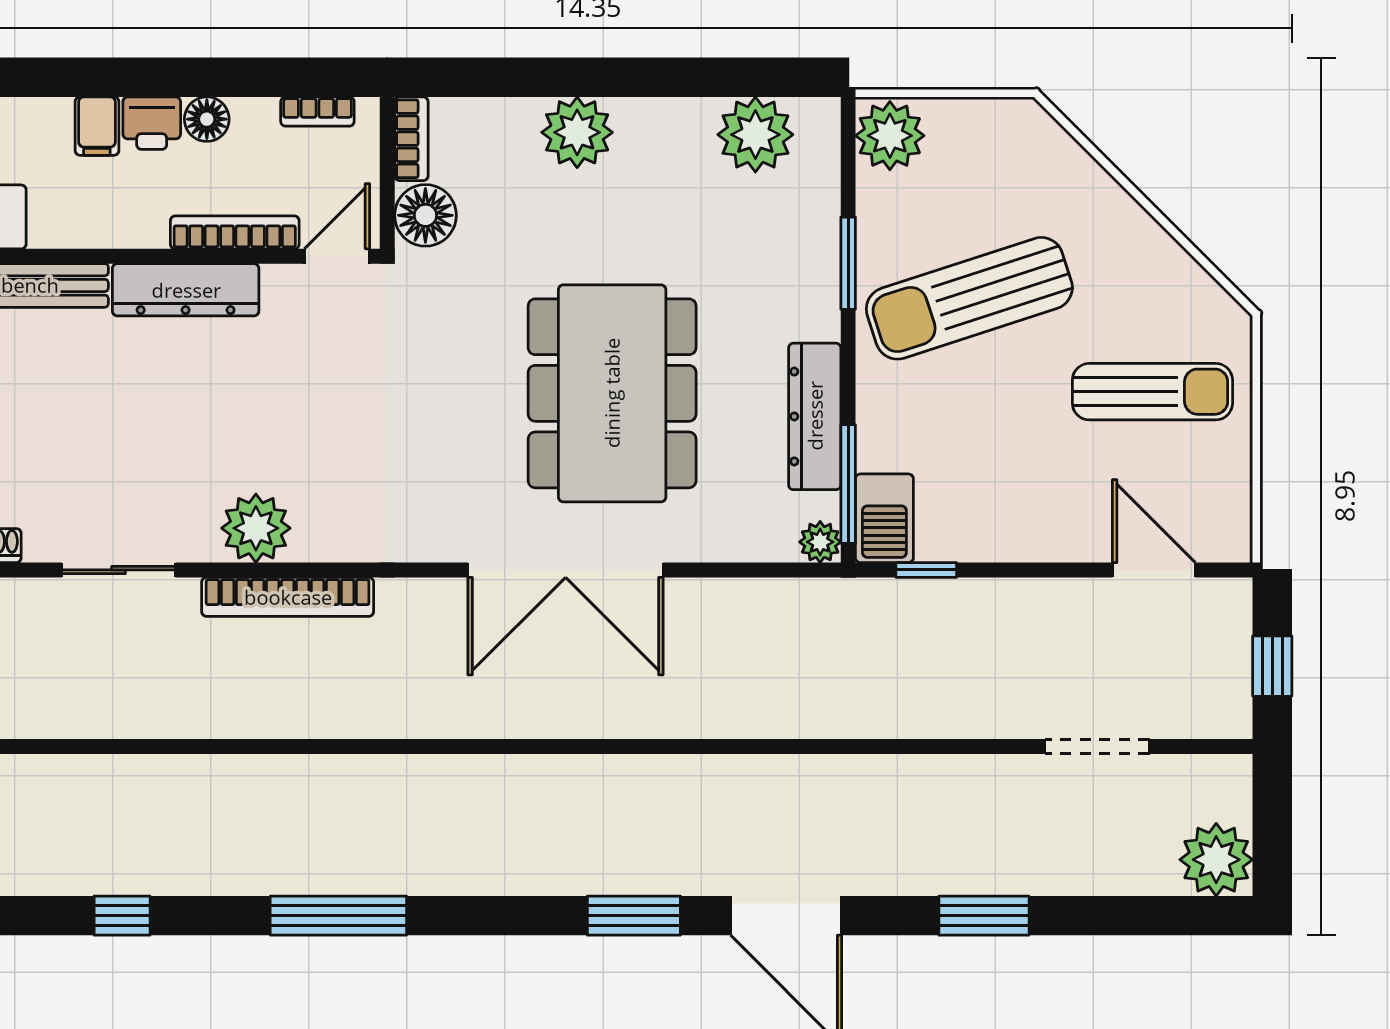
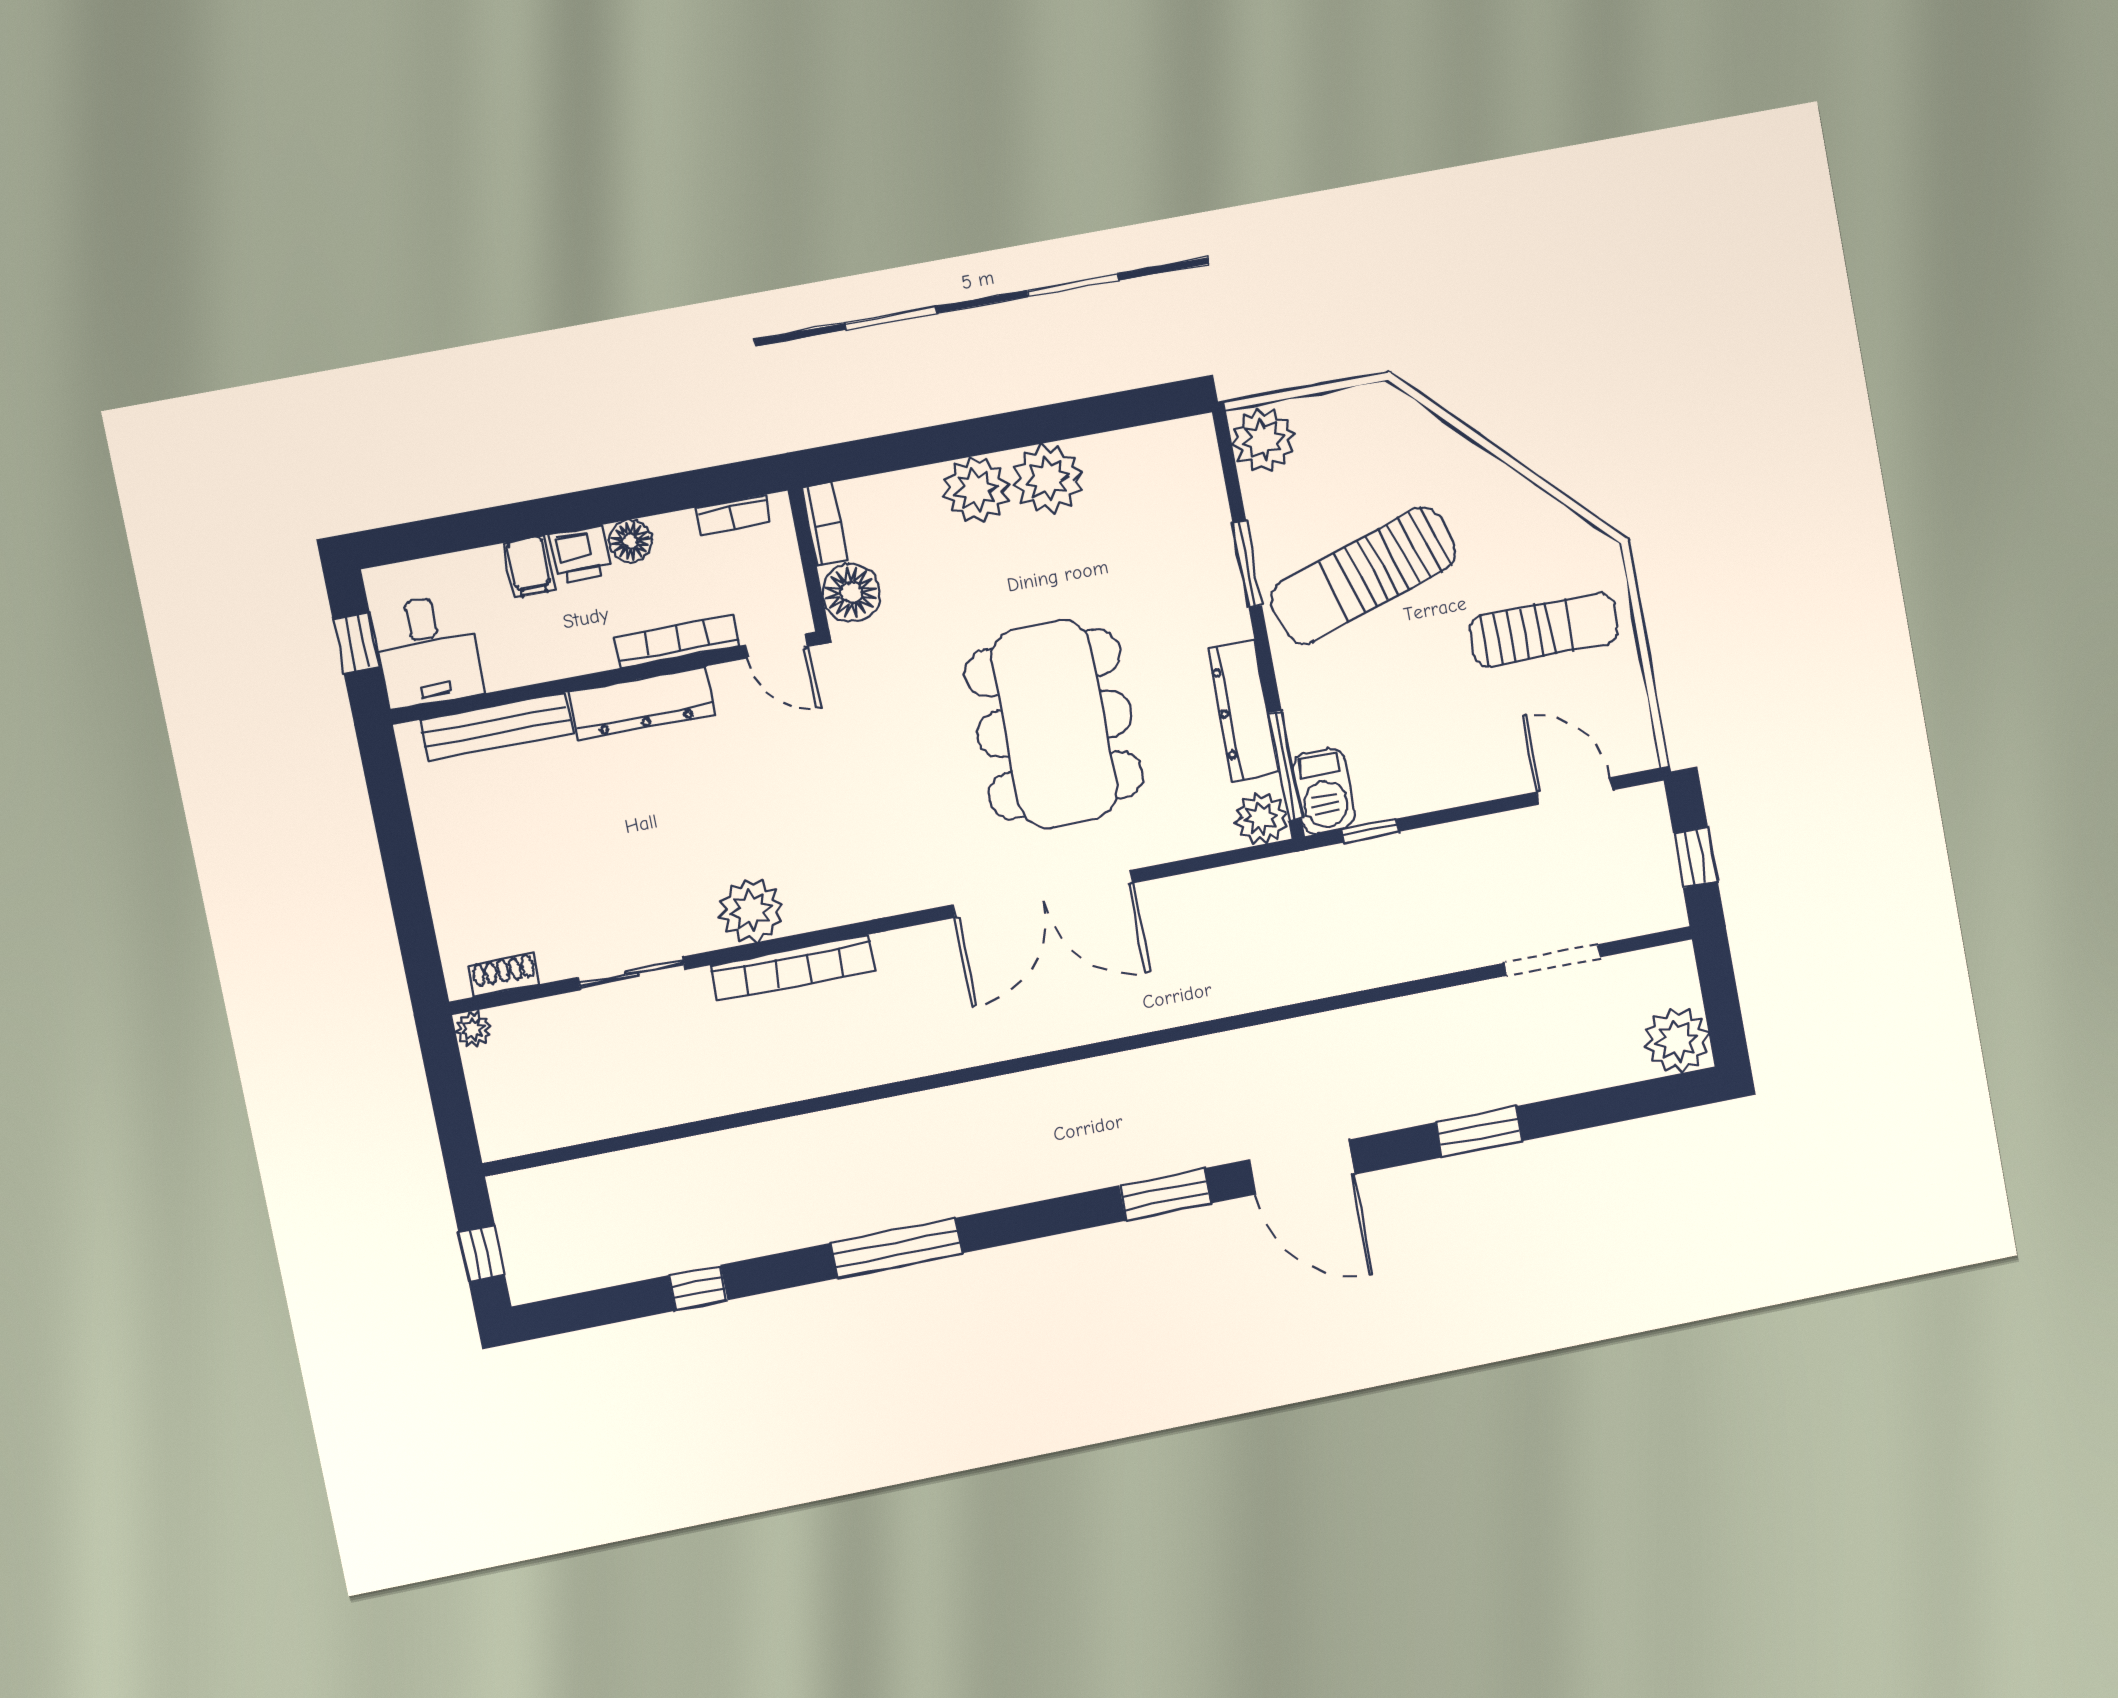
plant: (755, 135) -> (1048, 479), moved
door: (337, 256) -> (777, 646), swing flipped
plant: (820, 542) -> (1261, 818), width x1.38, depth x1.38

